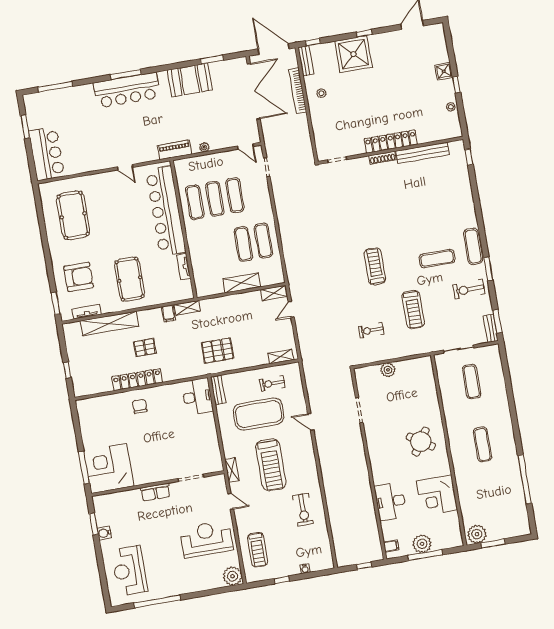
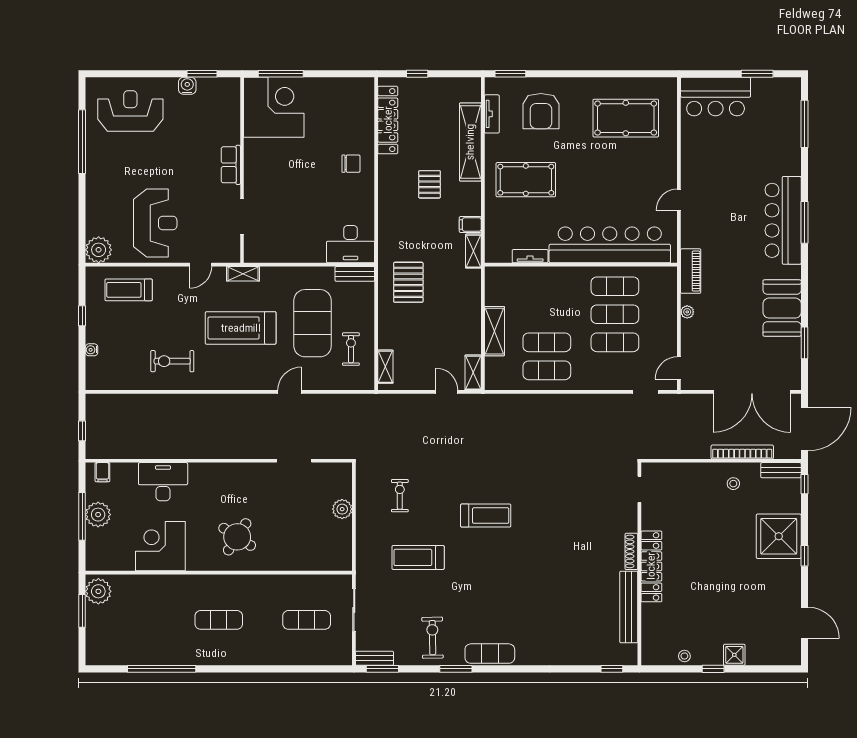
exercise mat: (437, 259) -> (482, 602), removed
locker: (137, 380) -> (388, 120), moved

